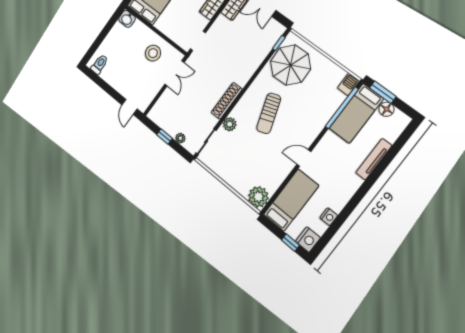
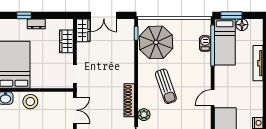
stool: (153, 53) -> (30, 102), moved
barbecue: (348, 84) -> (205, 44), moved

